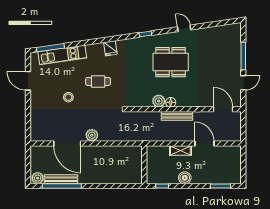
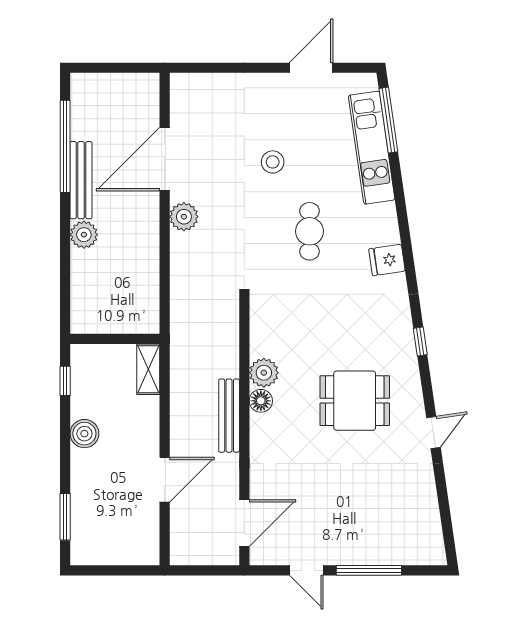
dining table: (171, 62) -> (355, 401), width x0.73
shelving: (180, 150) -> (148, 369), moved
plant: (38, 178) -> (84, 235), moved
bench: (61, 179) -> (81, 180), moved

